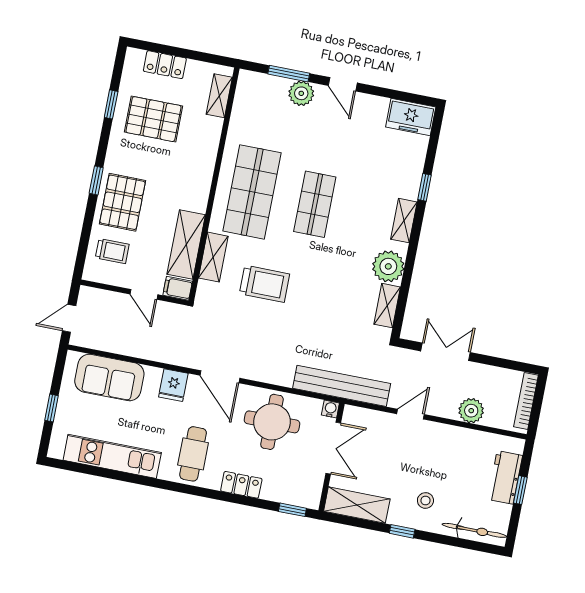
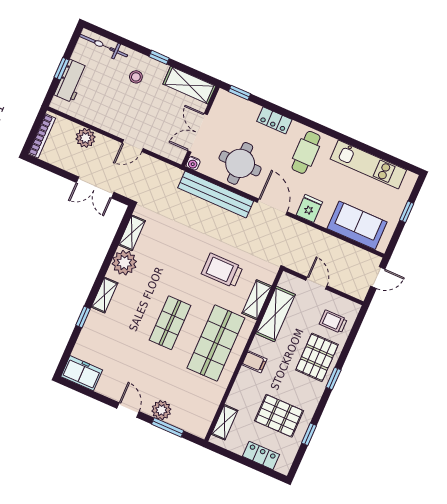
filing cabinet: (178, 288) -> (254, 362), moved
bench: (342, 386) -> (216, 194), moved

